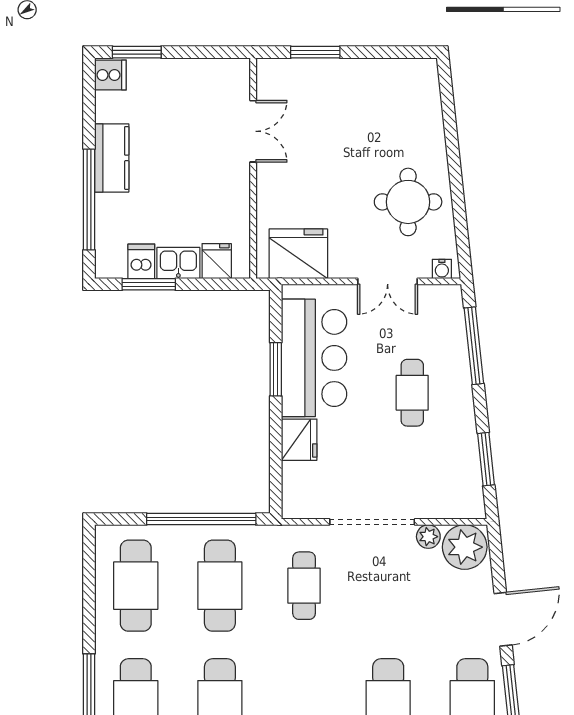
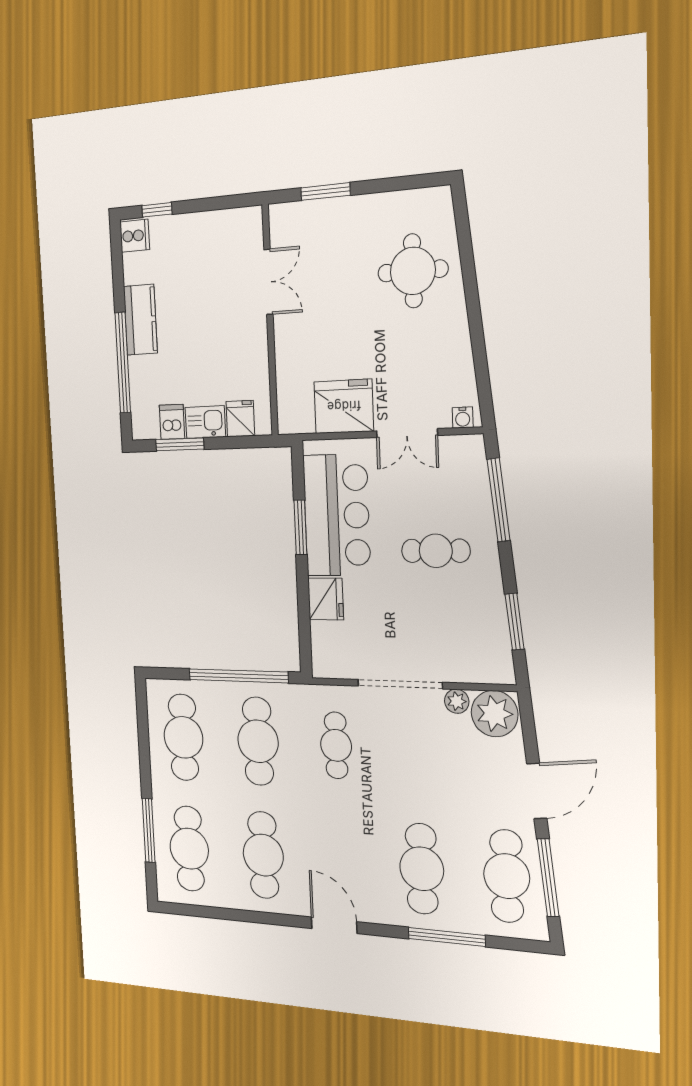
window: (137, 52) -> (157, 210), width x0.67
round table: (408, 202) -> (413, 271), moved
fridge: (298, 254) -> (344, 406), moved
cafe table: (412, 393) -> (436, 551), turned 90

